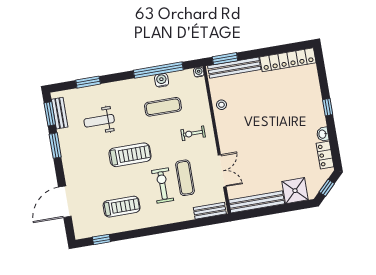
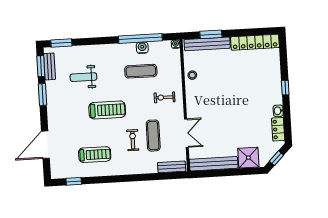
window: (225, 59) -> (211, 34), moved
window: (88, 82) -> (61, 43), moved
exercise bike: (163, 186) -> (133, 140), width x0.73, depth x0.72

